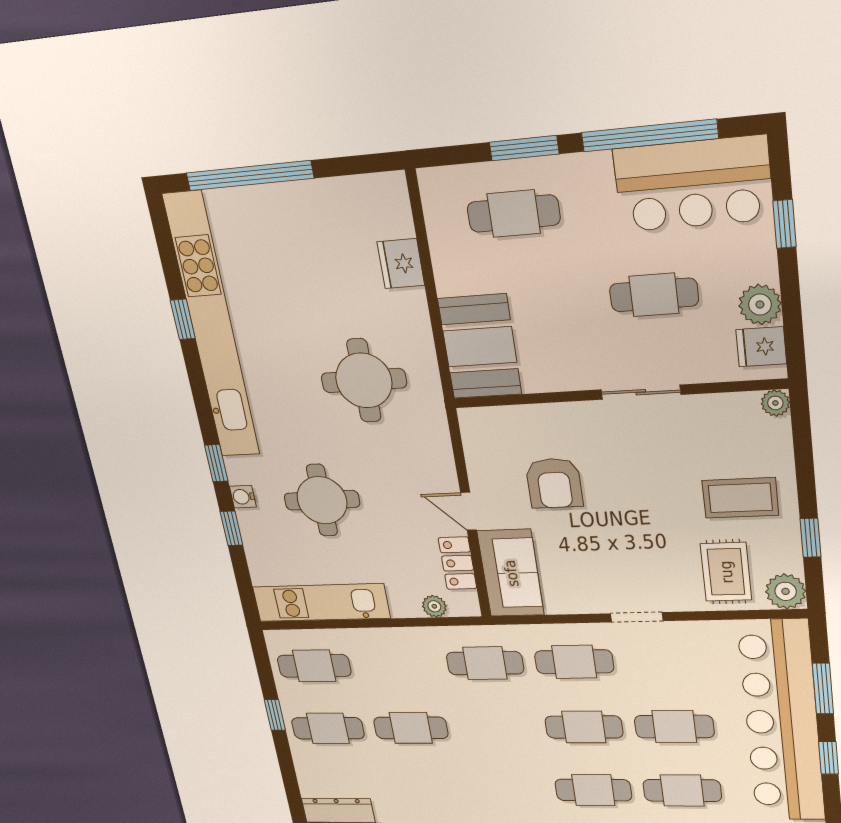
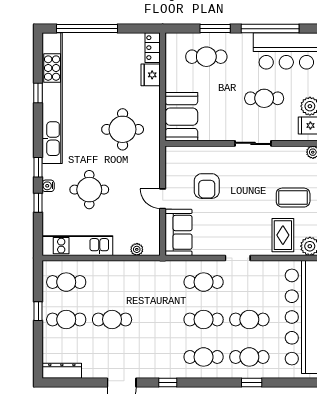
locker: (458, 563) -> (153, 48), moved
cafe table: (485, 663) -> (158, 282), removed

